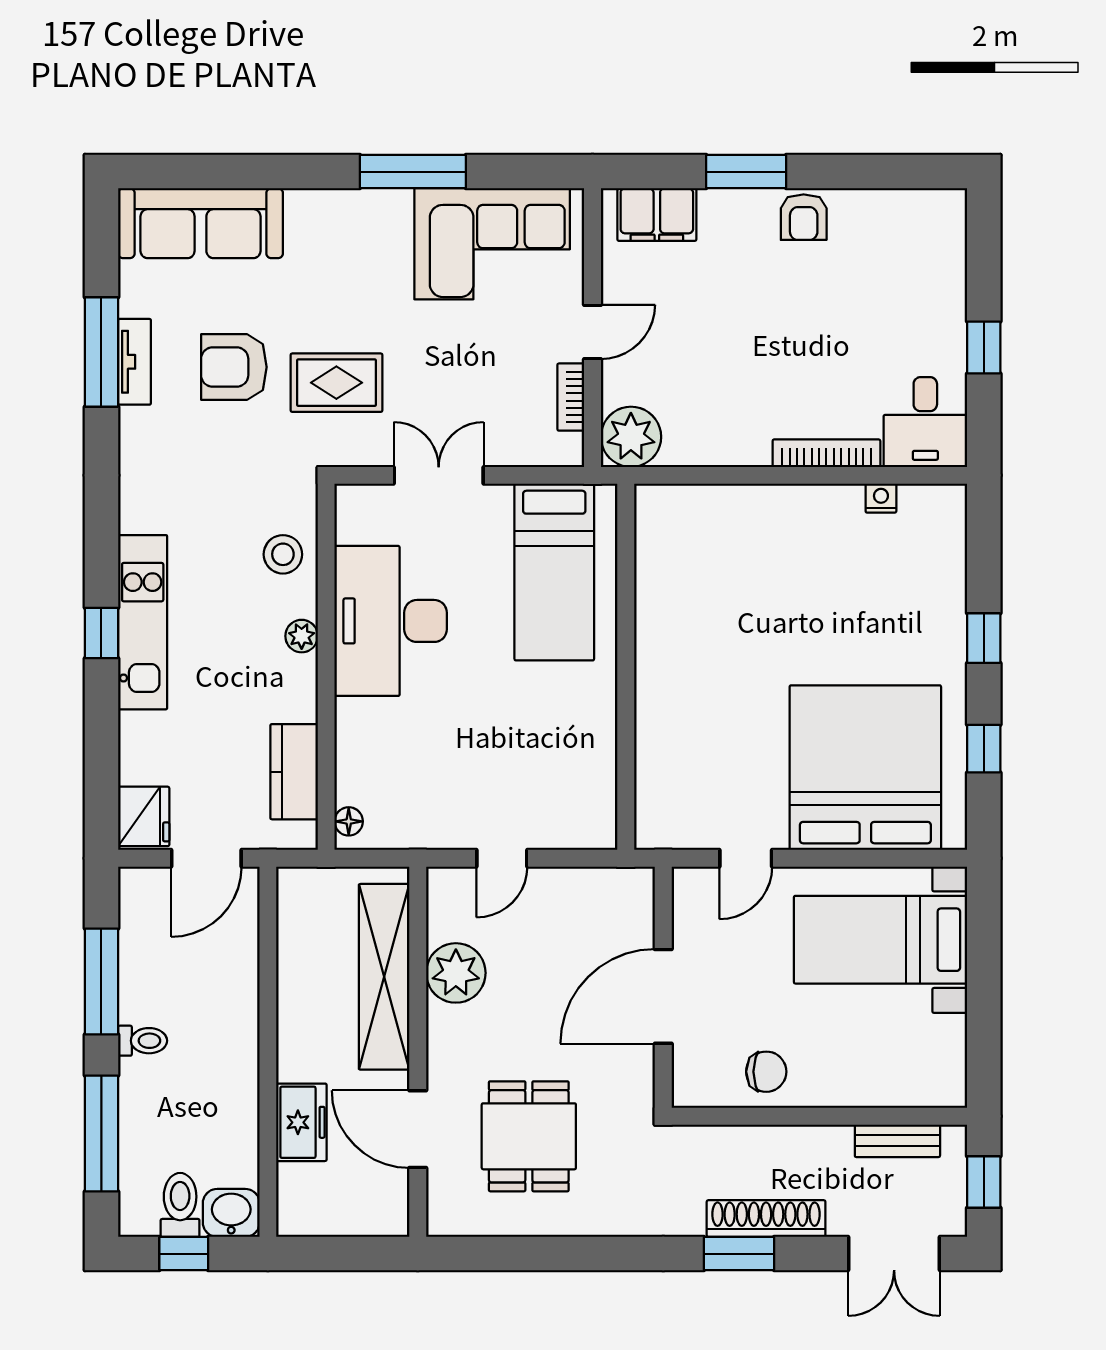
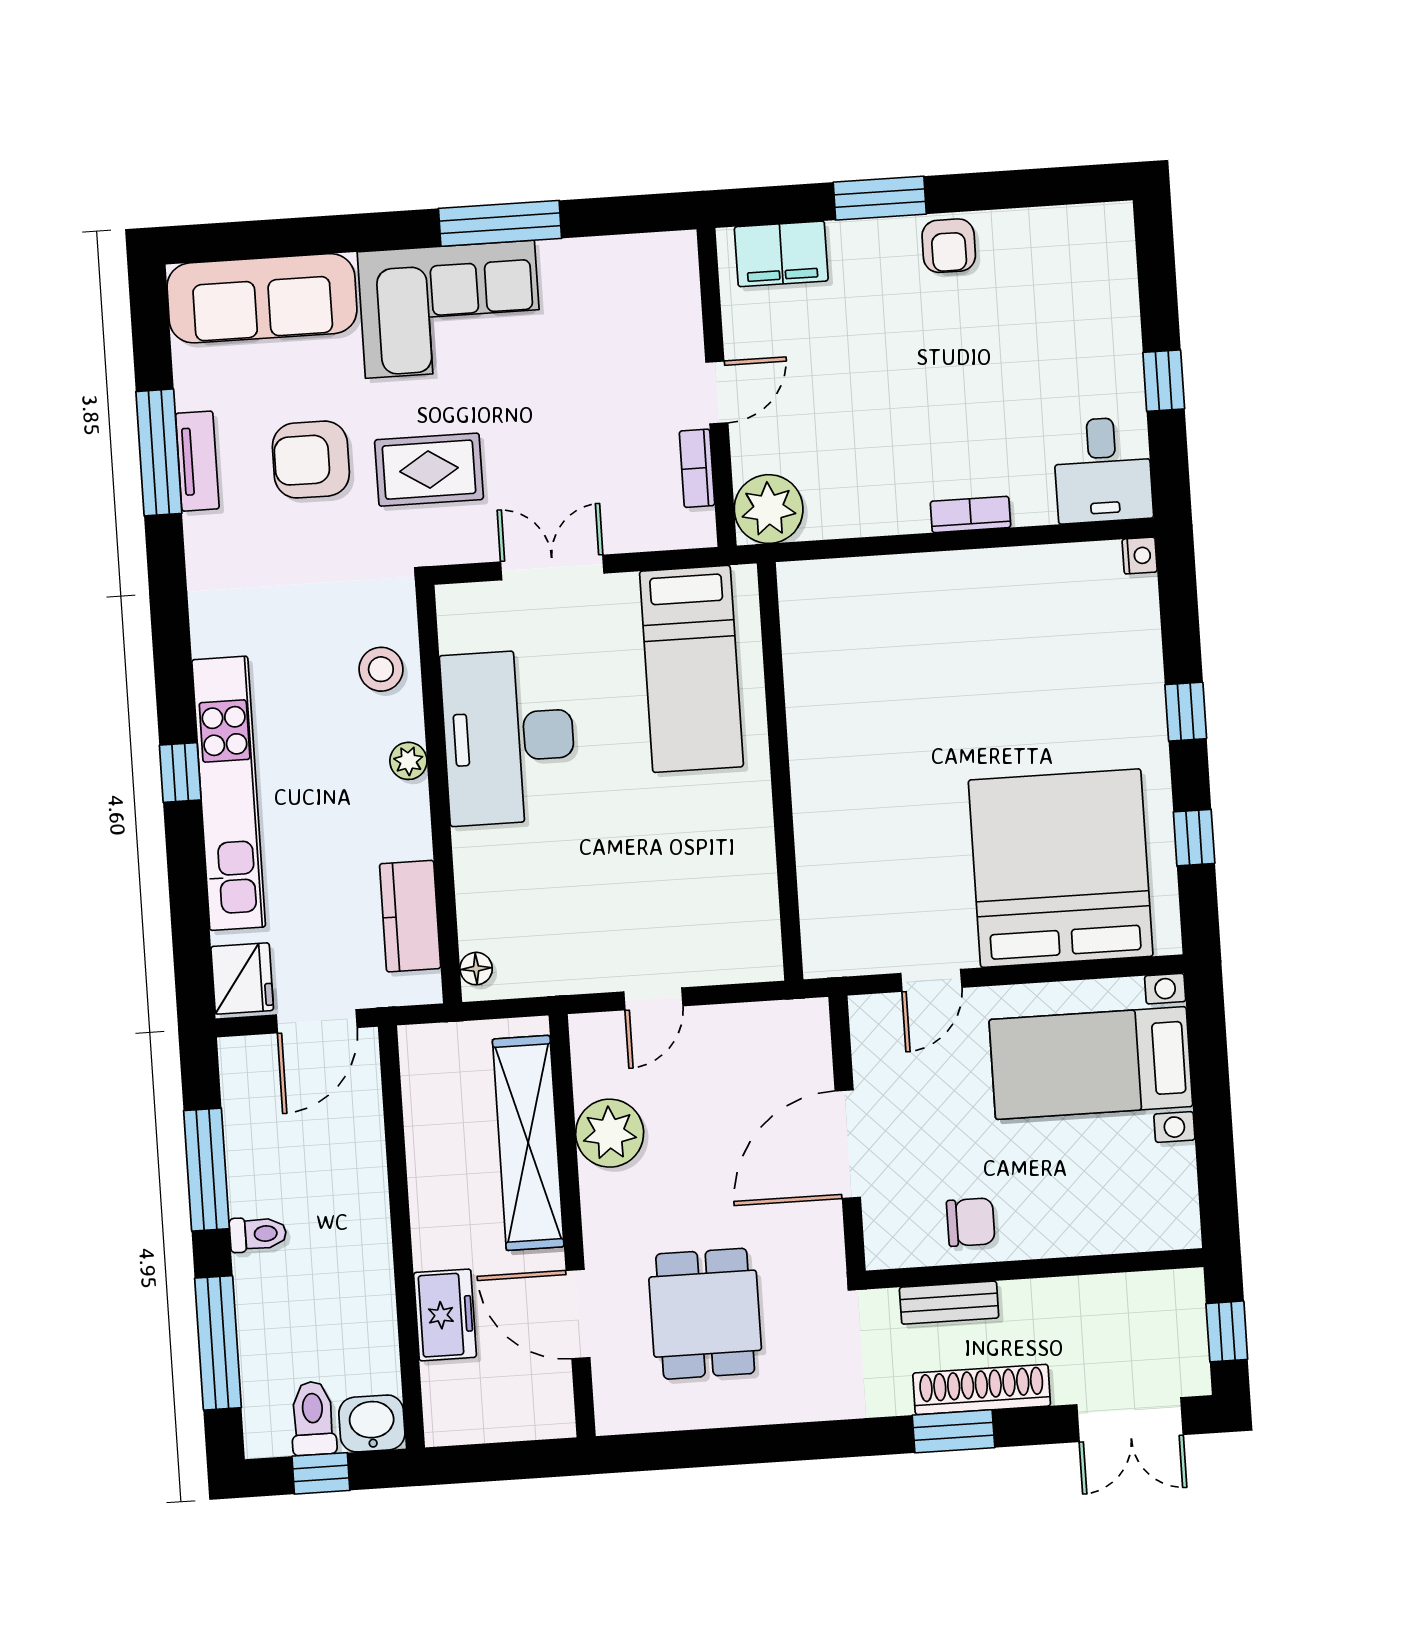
corner sofa: (492, 244) -> (450, 309), moved
bookcase: (826, 453) -> (970, 514), width x0.64
nightstand: (881, 498) -> (1140, 556), moved, turned 90
kitchen unit: (143, 622) -> (229, 793), width x1.36
bench: (897, 1141) -> (949, 1303), moved

